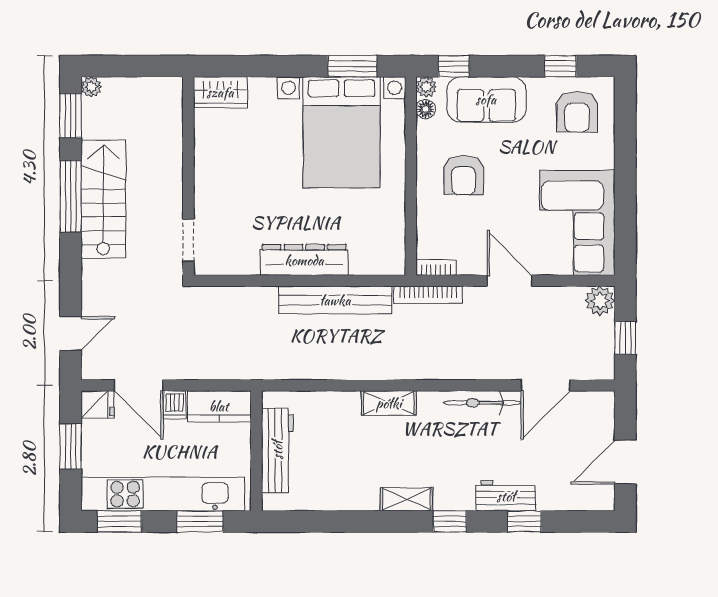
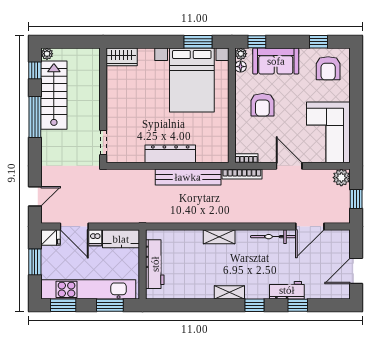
window: (71, 116) -> (35, 70), width x0.67
stairs: (103, 199) -> (54, 95), moved

